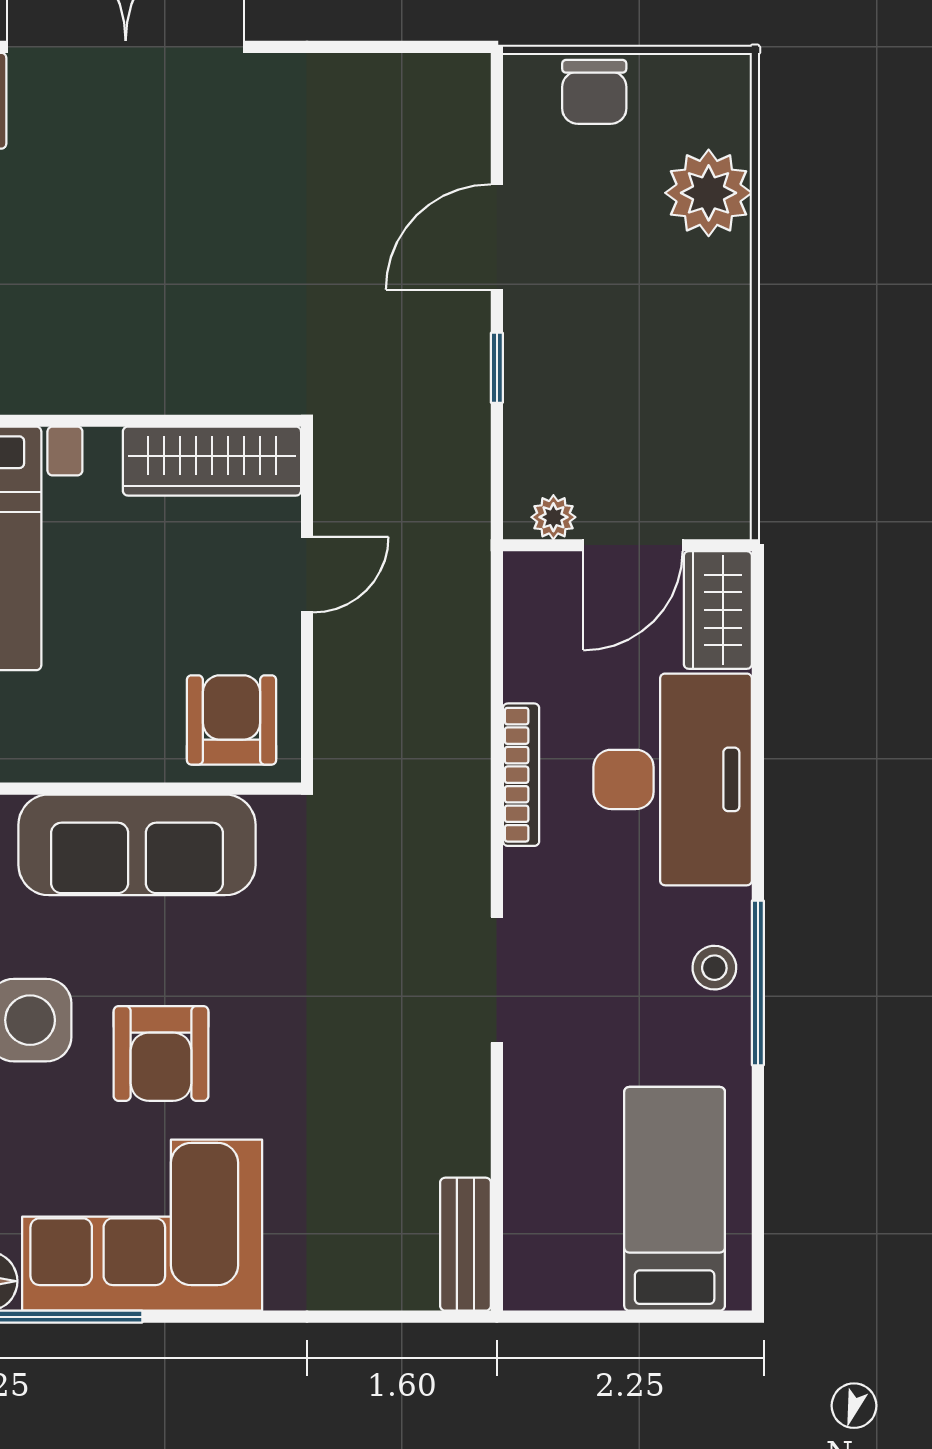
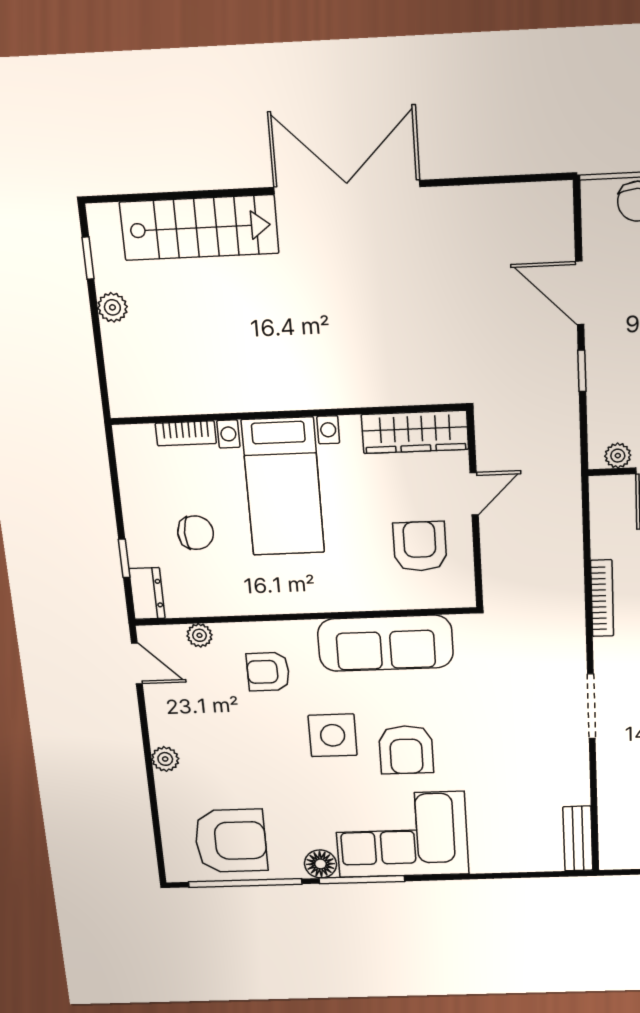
door: (497, 237) -> (580, 293), hinge flipped
armchair: (231, 720) -> (420, 546), moved

